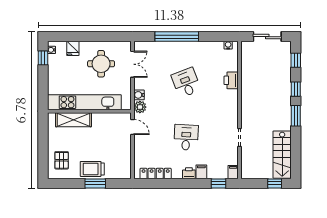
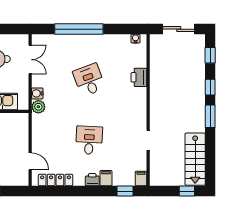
door: (133, 127) -> (30, 161), moved

